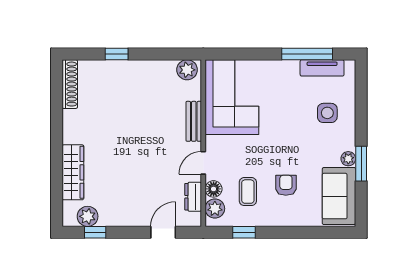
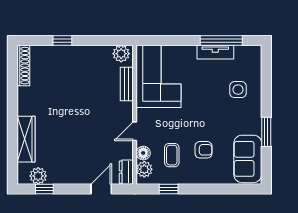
tv unit: (322, 68) -> (215, 52), moved
bench: (194, 121) -> (127, 84), moved
plant: (348, 159) -> (256, 128), removed
armchair: (286, 185) -> (204, 150), turned 90
dresser: (193, 197) -> (126, 172), moved

